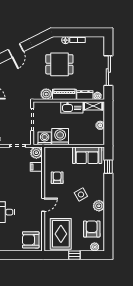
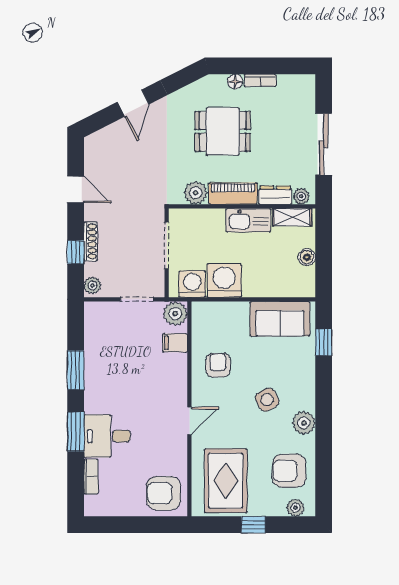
armchair: (92, 229) -> (289, 471), turned -90

